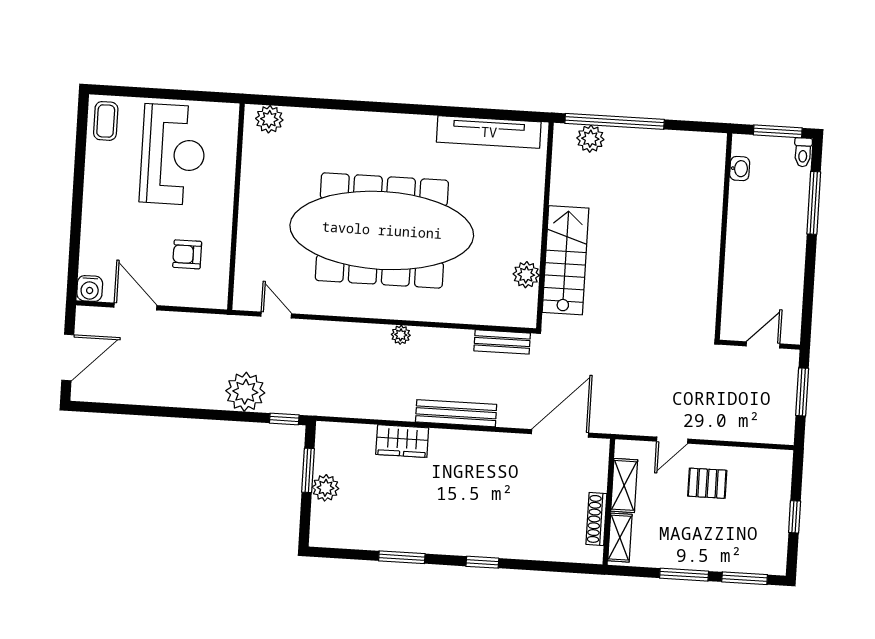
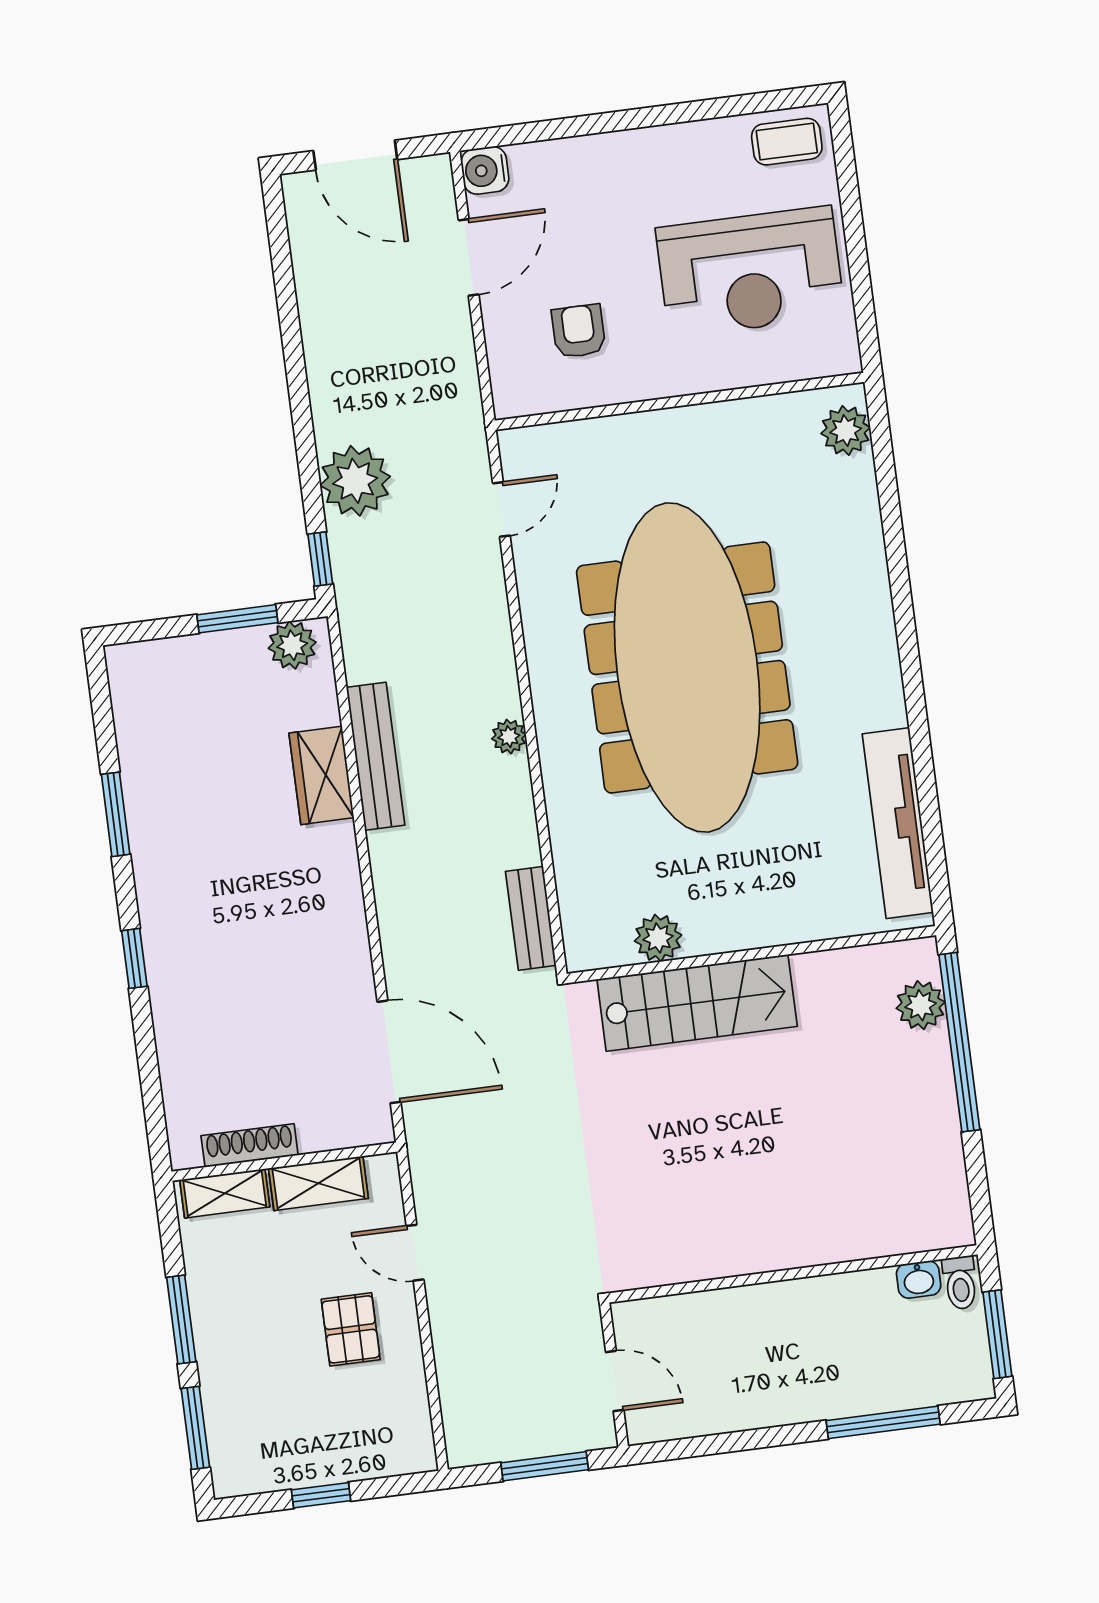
toilet: (803, 152) -> (960, 1283), moved, turned -90
bench: (456, 413) -> (375, 756), moved
plant: (325, 488) -> (292, 645), moved

